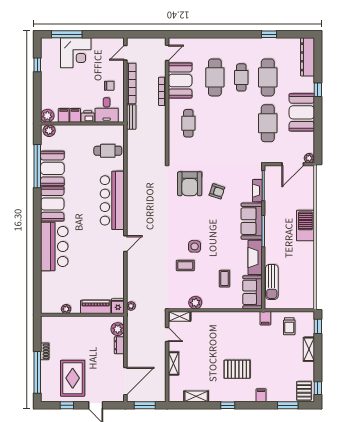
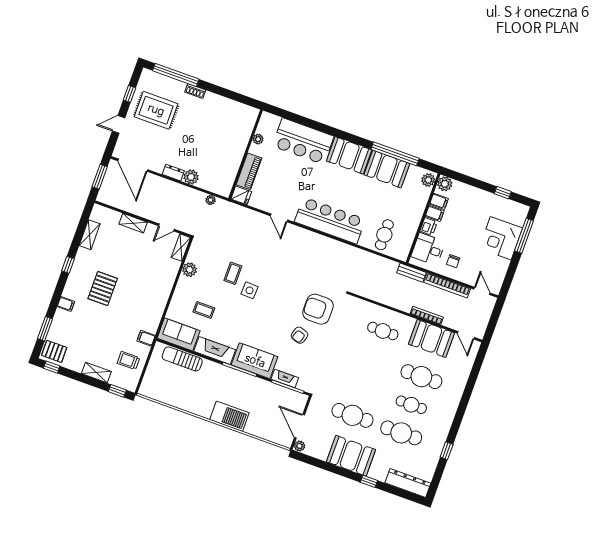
fridge: (118, 306) -> (241, 195), moved
piano: (96, 307) -> (249, 171), moved
plant: (66, 309) -> (258, 139), moved
wall: (82, 315) -> (246, 154), moved

